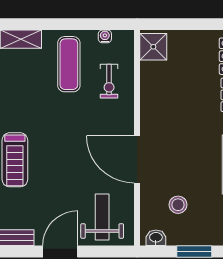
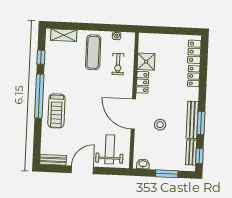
shower: (153, 47) -> (146, 62), moved
locker: (149, 108) -> (142, 82), added
stool: (178, 205) -> (160, 125), moved

